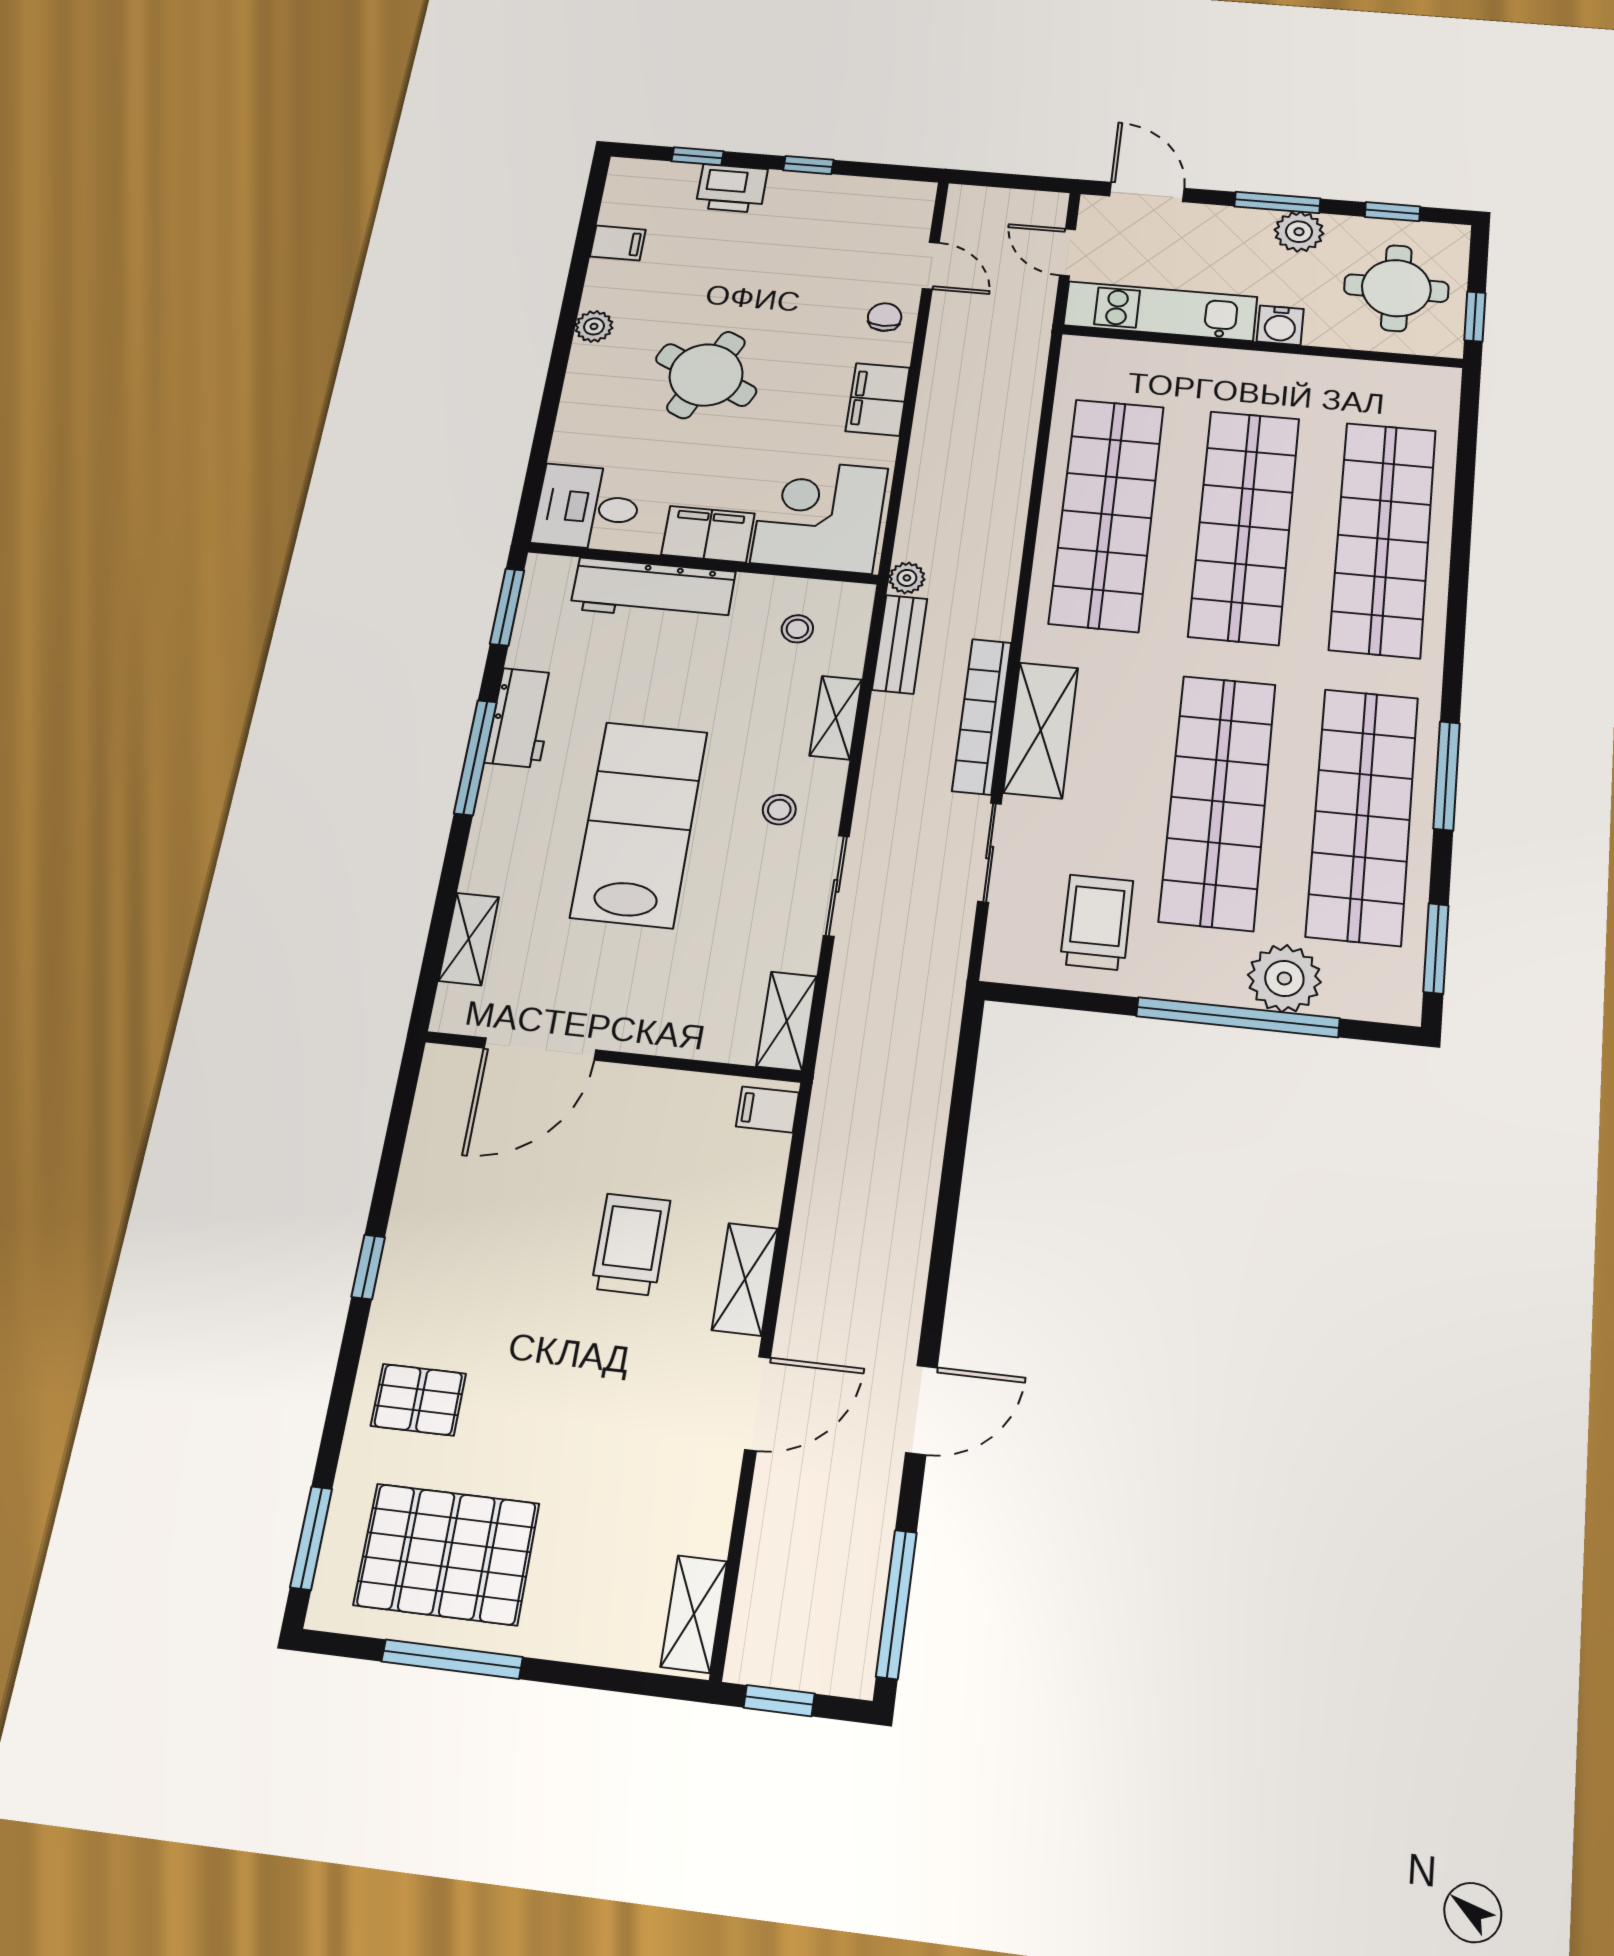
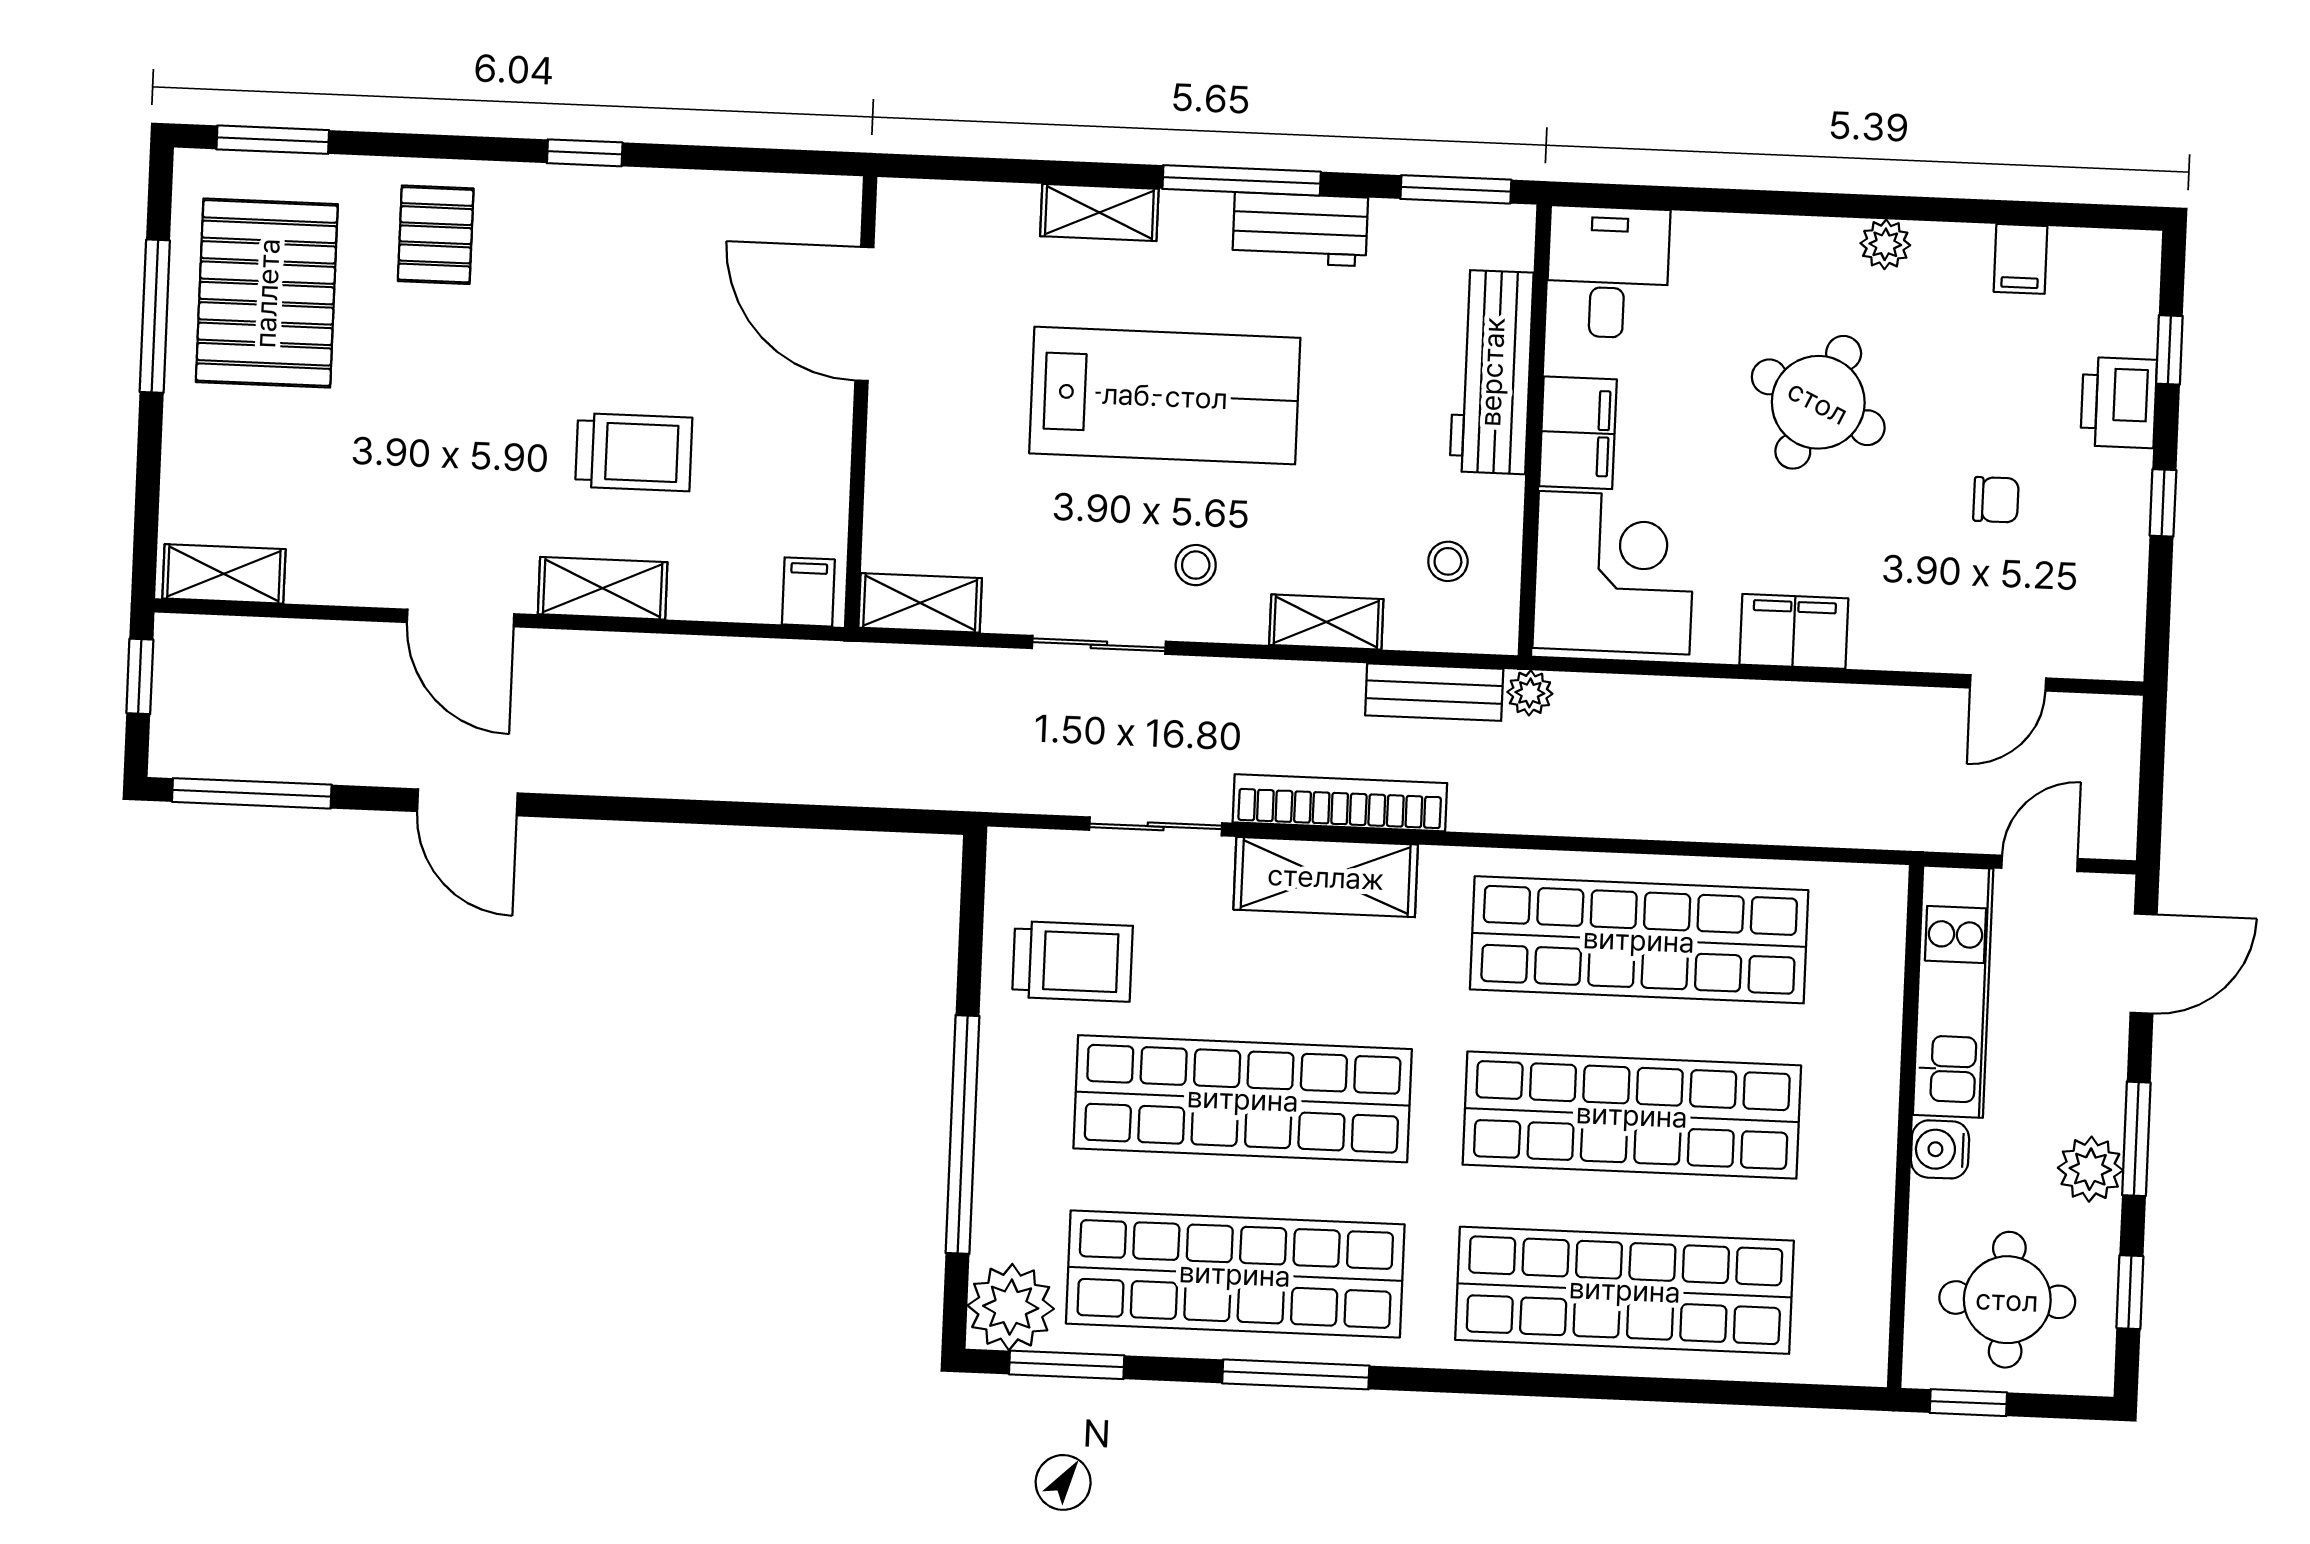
chair: (885, 317) -> (1996, 500), moved
shelving: (469, 939) -> (1099, 212), moved
plant: (1284, 978) -> (1011, 1307), moved

